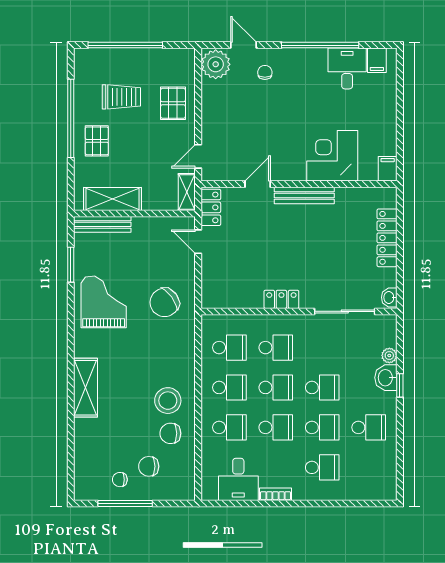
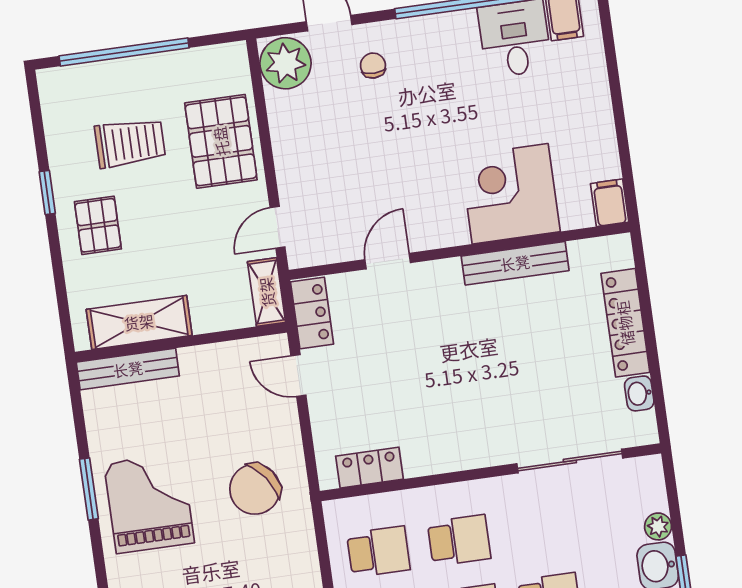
pallet: (173, 103) -> (221, 141), width x1.50, depth x1.42
window: (71, 118) -> (47, 193), width x0.32
bench: (304, 195) -> (515, 263), moved
window: (71, 265) -> (89, 489), moved
washbasin: (389, 297) -> (639, 393), moved
locker: (281, 299) -> (369, 468), moved

